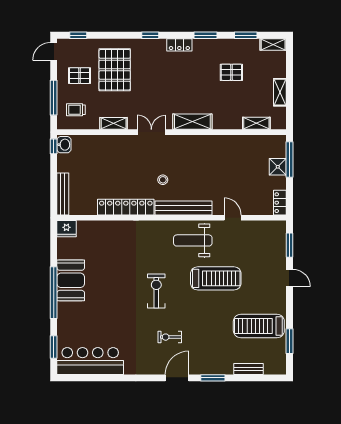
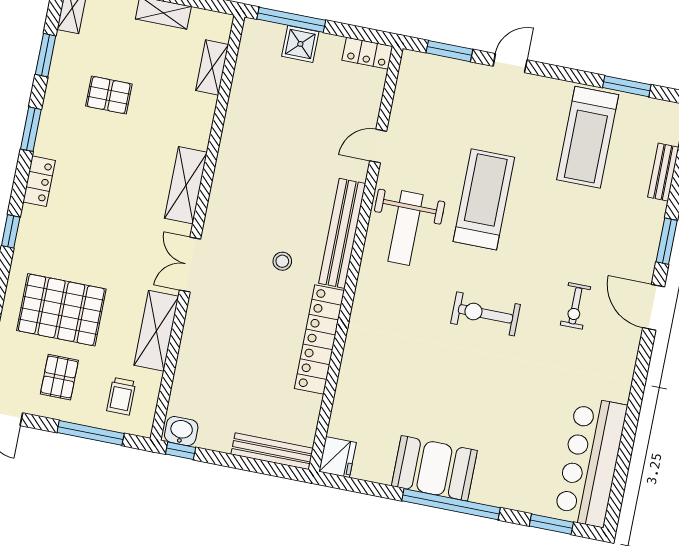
pallet: (231, 72) -> (109, 95), turned 90
shelving: (114, 123) -> (156, 331), width x1.50, depth x1.33

